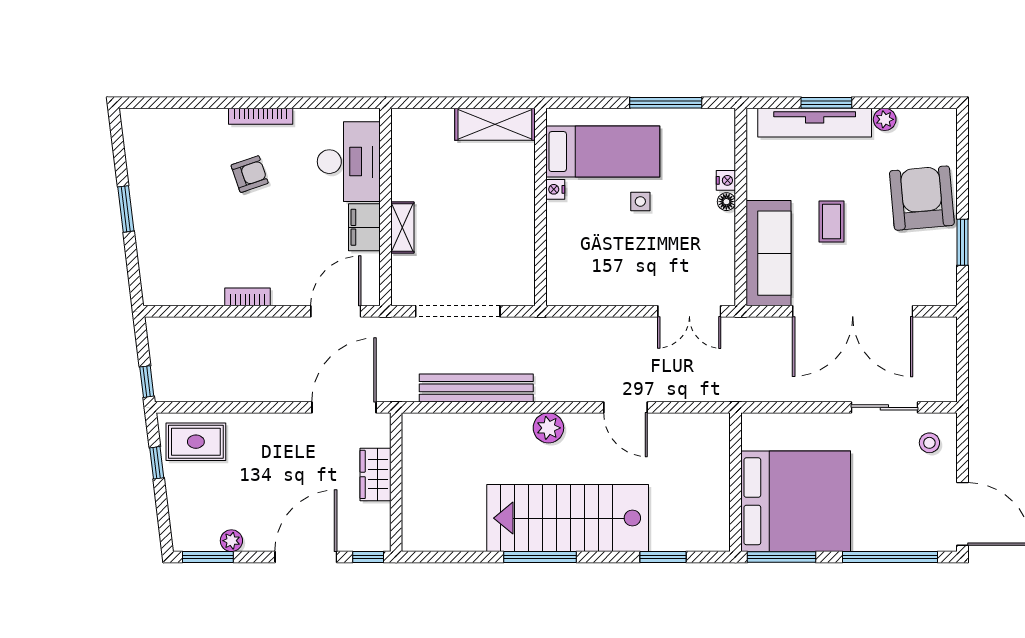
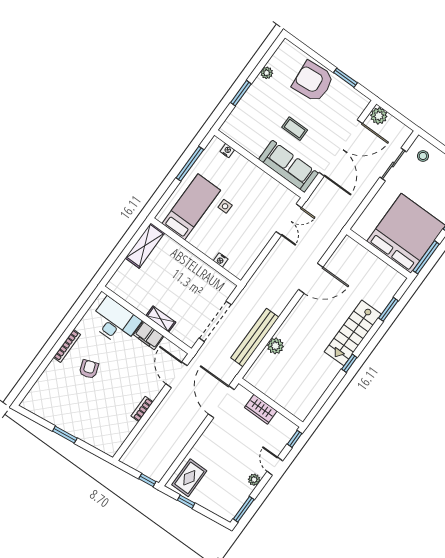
tv unit: (815, 123) -> (246, 105), removed
nightstand: (726, 180) -> (227, 151), moved
nightstand: (555, 189) -> (221, 260), moved
floor lamp: (726, 202) -> (253, 168), removed
plant: (942, 333) -> (379, 116), added
door: (626, 407) -> (311, 278), width x1.36
plant: (548, 428) -> (275, 346), moved
stairs: (568, 518) -> (353, 333), width x0.73, depth x0.66
plant: (231, 541) -> (254, 480), moved
door: (306, 557) -> (275, 466), width x0.53
window: (540, 557) -> (349, 363), width x0.46

